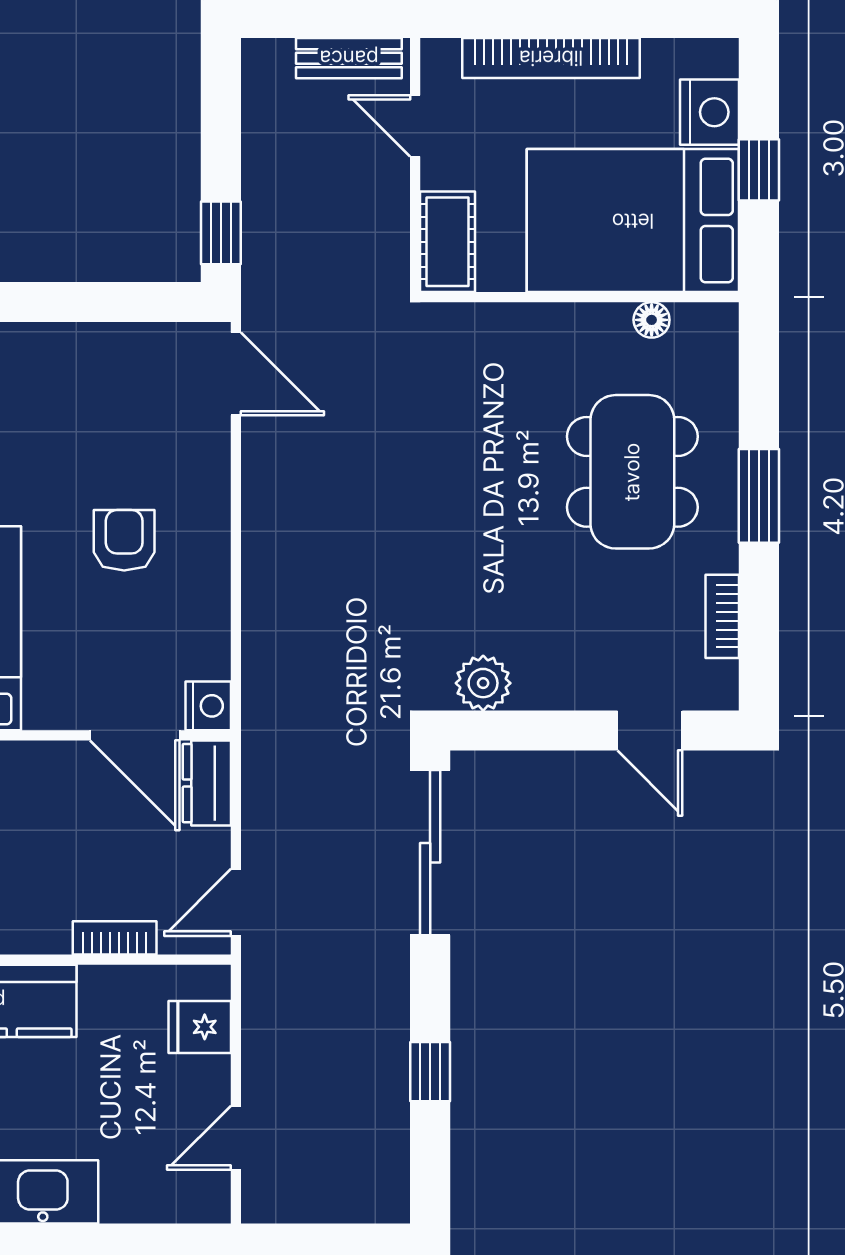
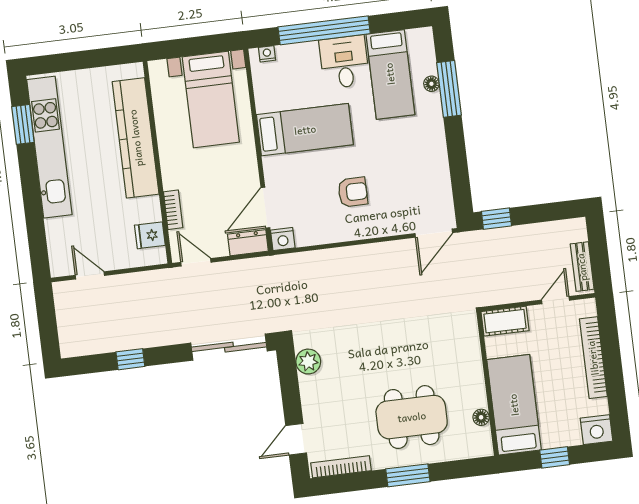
nightstand: (710, 112) -> (596, 430), moved
bed: (633, 221) -> (514, 405), width x0.67
bookcase: (722, 616) -> (341, 467), width x1.56
fridge: (200, 1027) -> (150, 235), moved, turned -90

